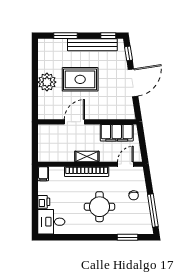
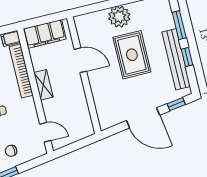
window: (108, 36) -> (187, 57), moved
filing cabinet: (117, 133) -> (45, 34), moved, turned -90
bookcase: (87, 172) -> (21, 71), moved

